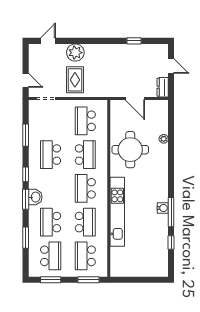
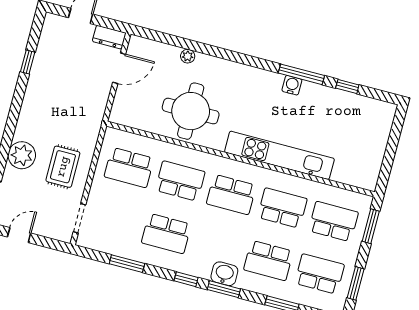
door: (26, 80) -> (19, 235), moved
rug: (75, 80) -> (63, 167), turned 90
door: (135, 98) -> (119, 68), moved
school desk: (85, 256) -> (333, 221), turned 180

